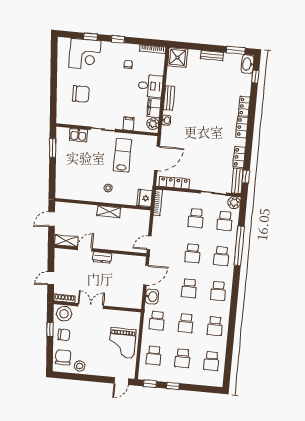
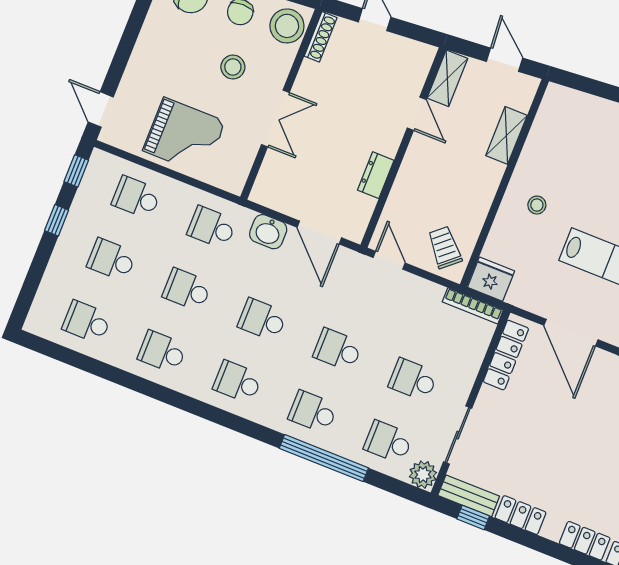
shelving: (109, 212) -> (506, 135), moved
trolley: (137, 221) -> (445, 247), added
dresser: (102, 257) -> (376, 175), moved
double door: (91, 306) -> (275, 119), moved
grand piano: (122, 343) -> (184, 136), turned 180
stool: (80, 366) -> (233, 67), moved

